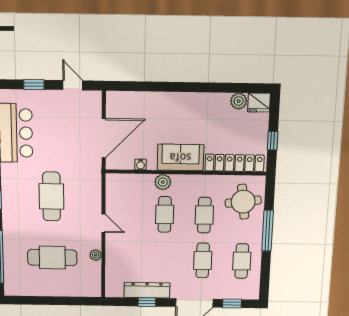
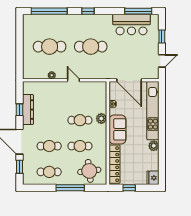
kitchen unit: (152, 101) -> (153, 111), added
plant: (239, 101) -> (154, 146), moved
door: (103, 223) -> (73, 80), swing flipped
cafe table: (52, 258) -> (50, 47), turned 90

